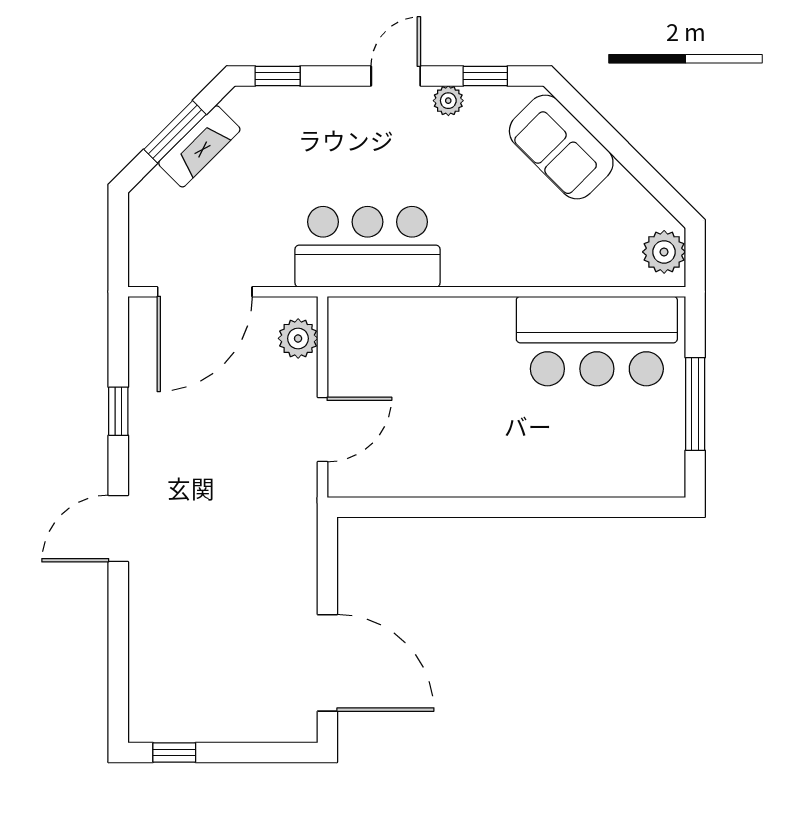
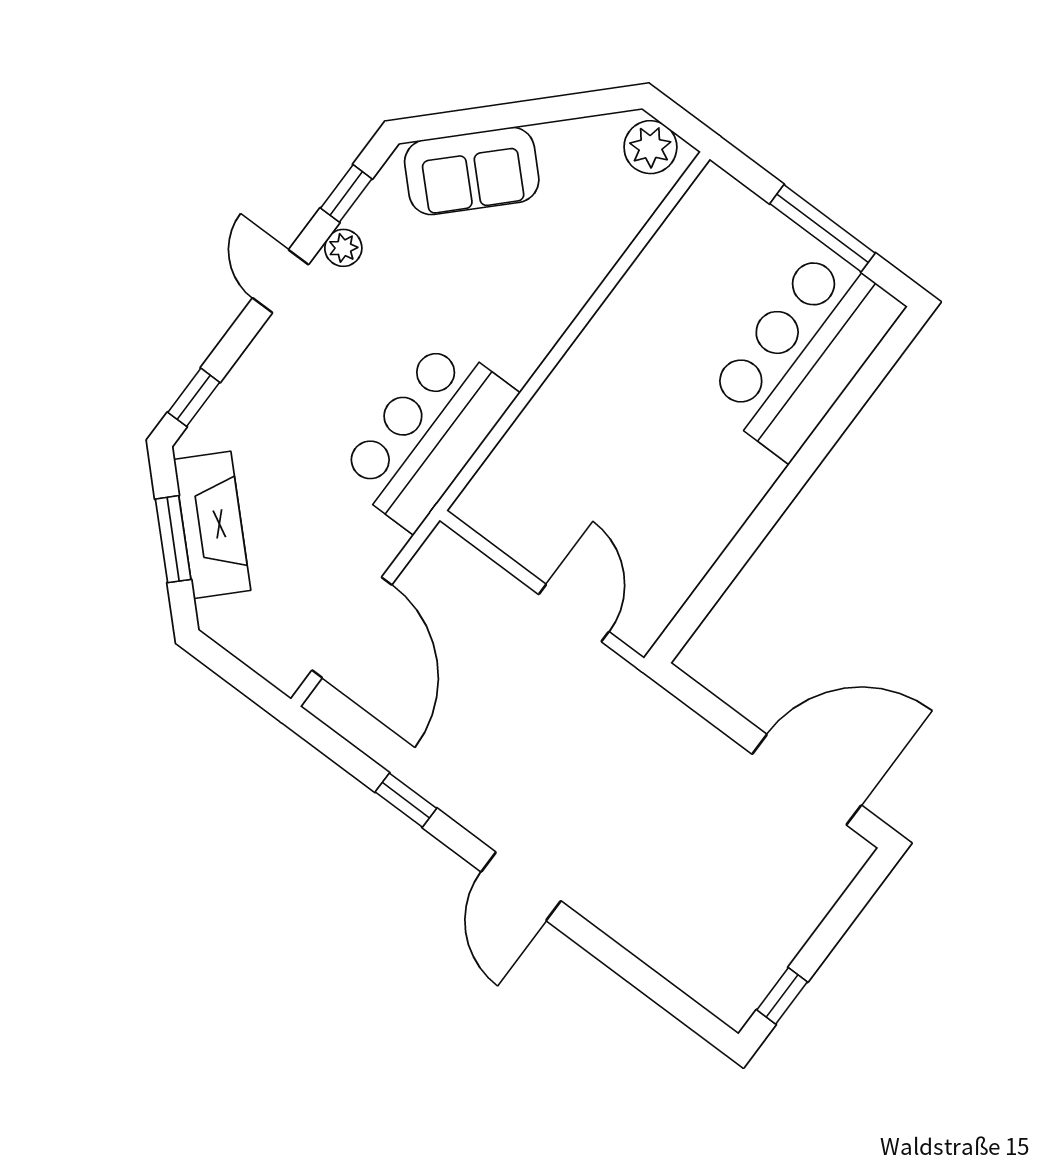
fireplace: (199, 146) -> (212, 525), width x1.37, depth x1.32
plant: (298, 338) -> (466, 570), removed
bar counter: (597, 341) -> (804, 353), moved, turned 180

